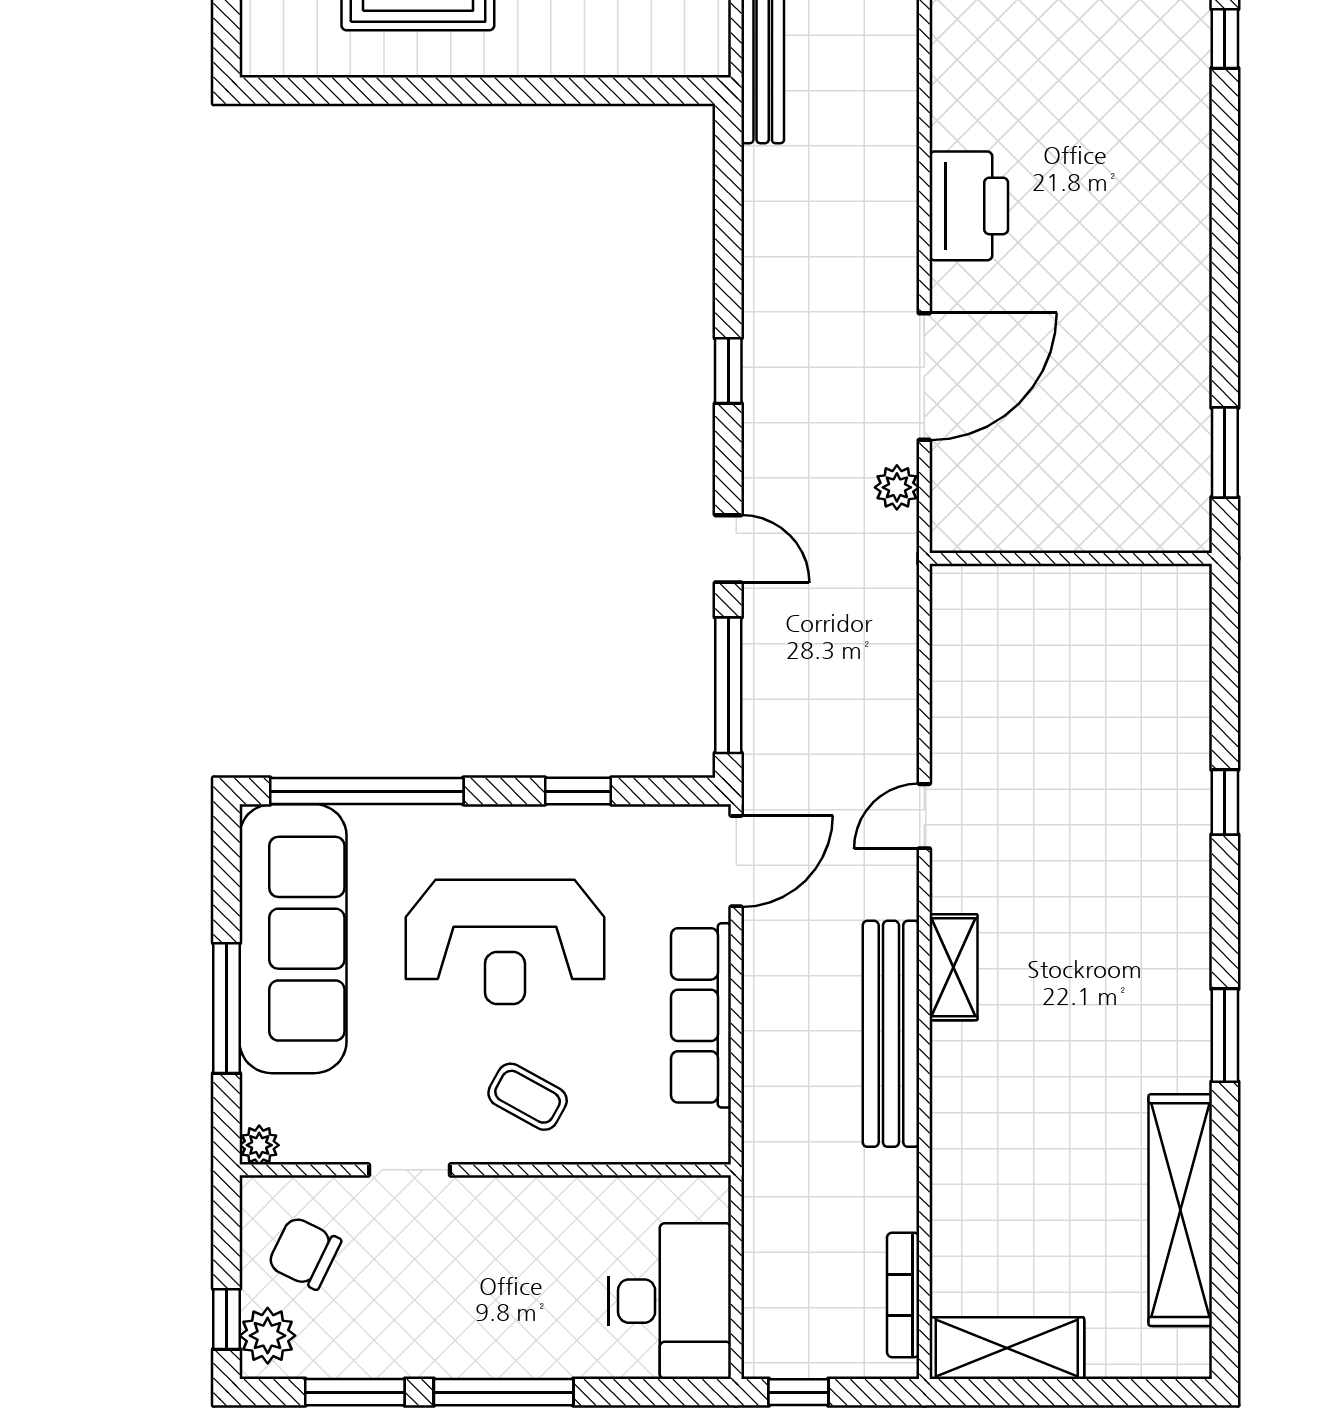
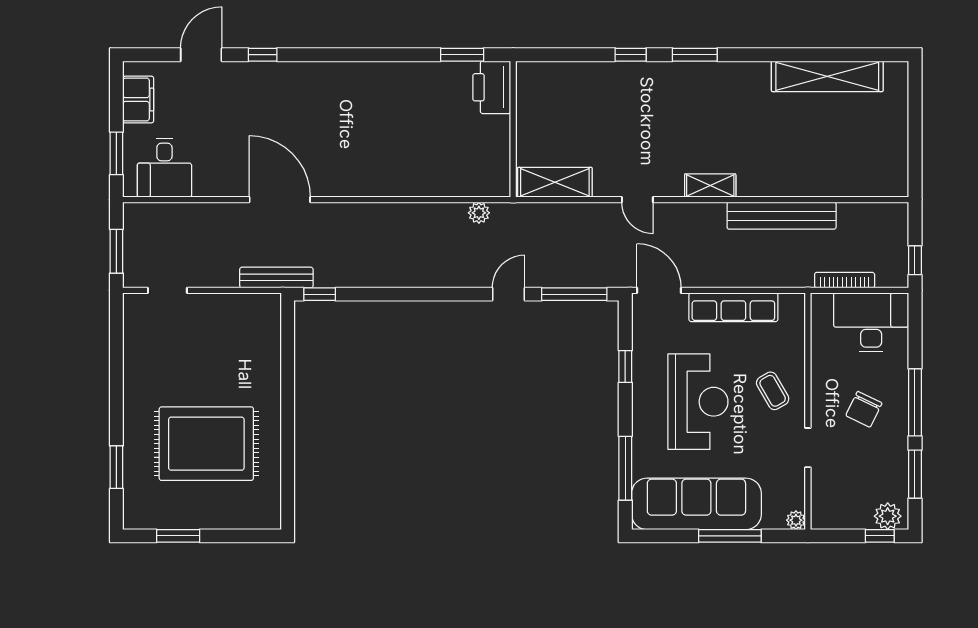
printer: (969, 206) -> (492, 87), moved, turned -90
window: (728, 371) -> (320, 294), moved
door: (924, 377) -> (280, 200), moved
window: (367, 791) -> (625, 468), width x0.68
bench: (891, 1034) -> (782, 216), moved
window: (1225, 1035) -> (695, 55), moved
coffee table: (528, 1097) -> (773, 391), turned -59
chair: (304, 1253) -> (864, 409), moved
bookcase: (903, 1295) -> (845, 280), moved, turned 180
shelving: (1007, 1348) -> (555, 182), moved, turned 90

